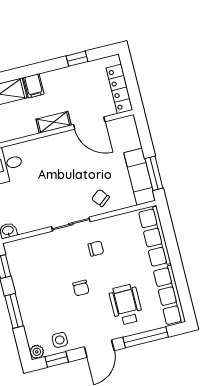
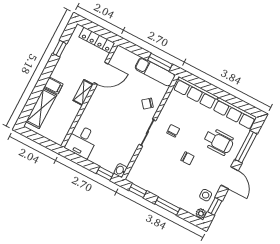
wheelchair: (126, 305) -> (218, 142), turned 180

